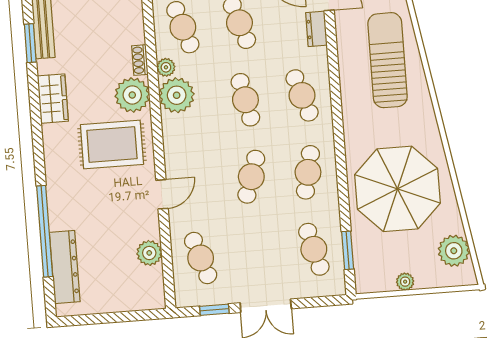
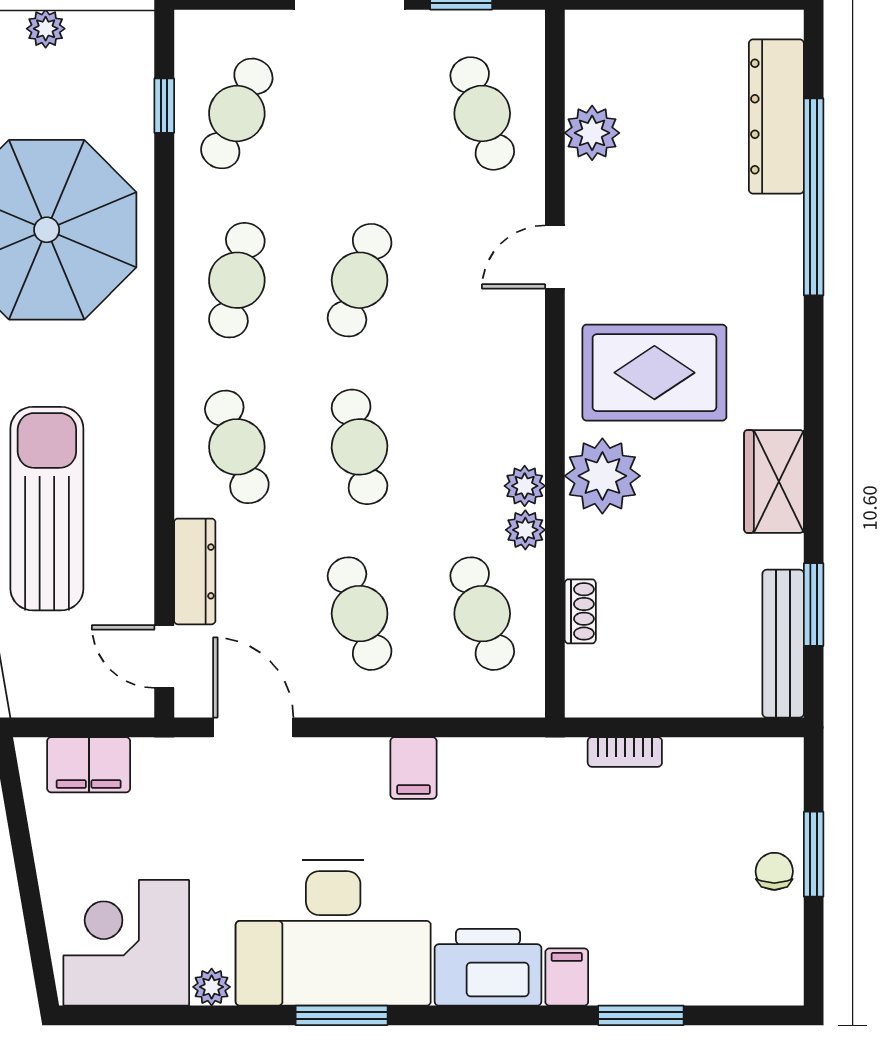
dresser: (316, 29) -> (195, 571), width x1.44
shoe rack: (140, 60) -> (580, 611), moved
sun lounger: (387, 60) -> (47, 509), turned 180
plant: (177, 95) -> (525, 486), width x0.53, depth x0.53
cafe table: (314, 249) -> (237, 113), turned 39
window: (348, 250) -> (164, 106), width x0.67

